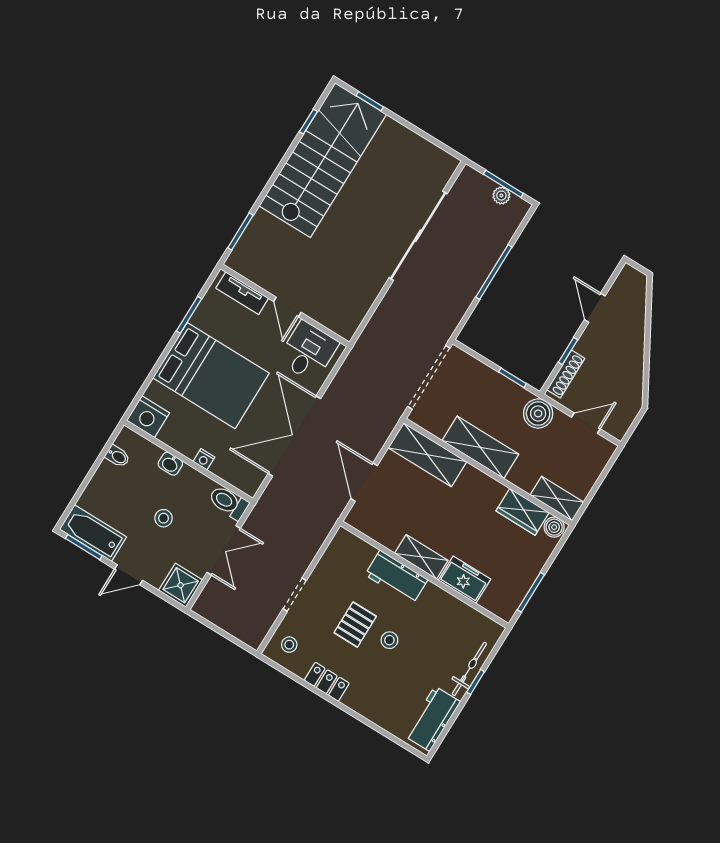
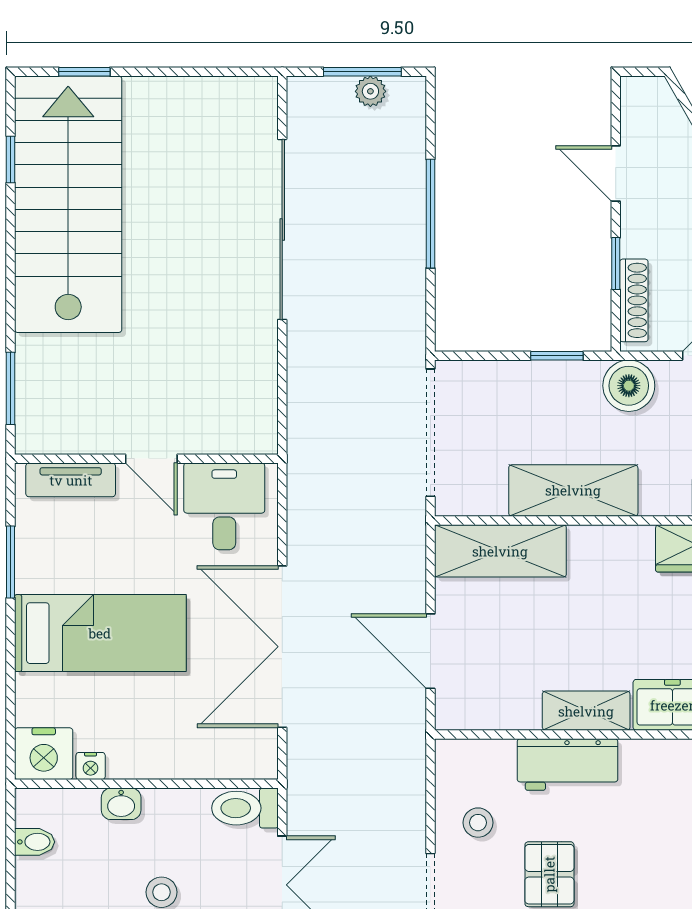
bed: (211, 376) -> (100, 633), width x0.67
nightstand: (204, 459) -> (91, 766), moved
stool: (389, 640) -> (478, 823), moved

